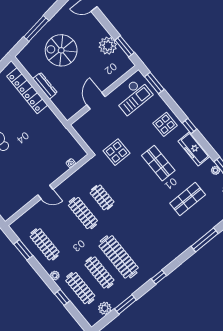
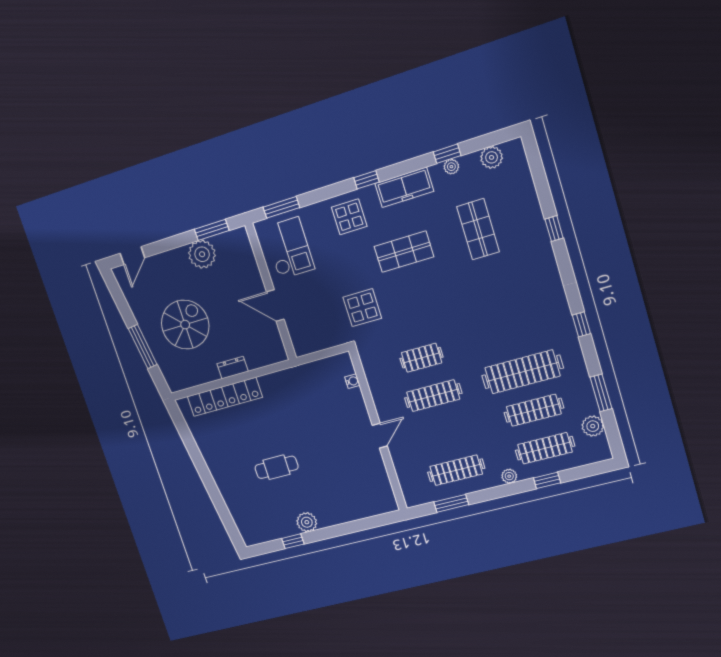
spiral stairs: (61, 50) -> (185, 325), turned 180
dresser: (45, 86) -> (233, 368), width x0.70
window: (205, 240) -> (554, 229), width x0.46

